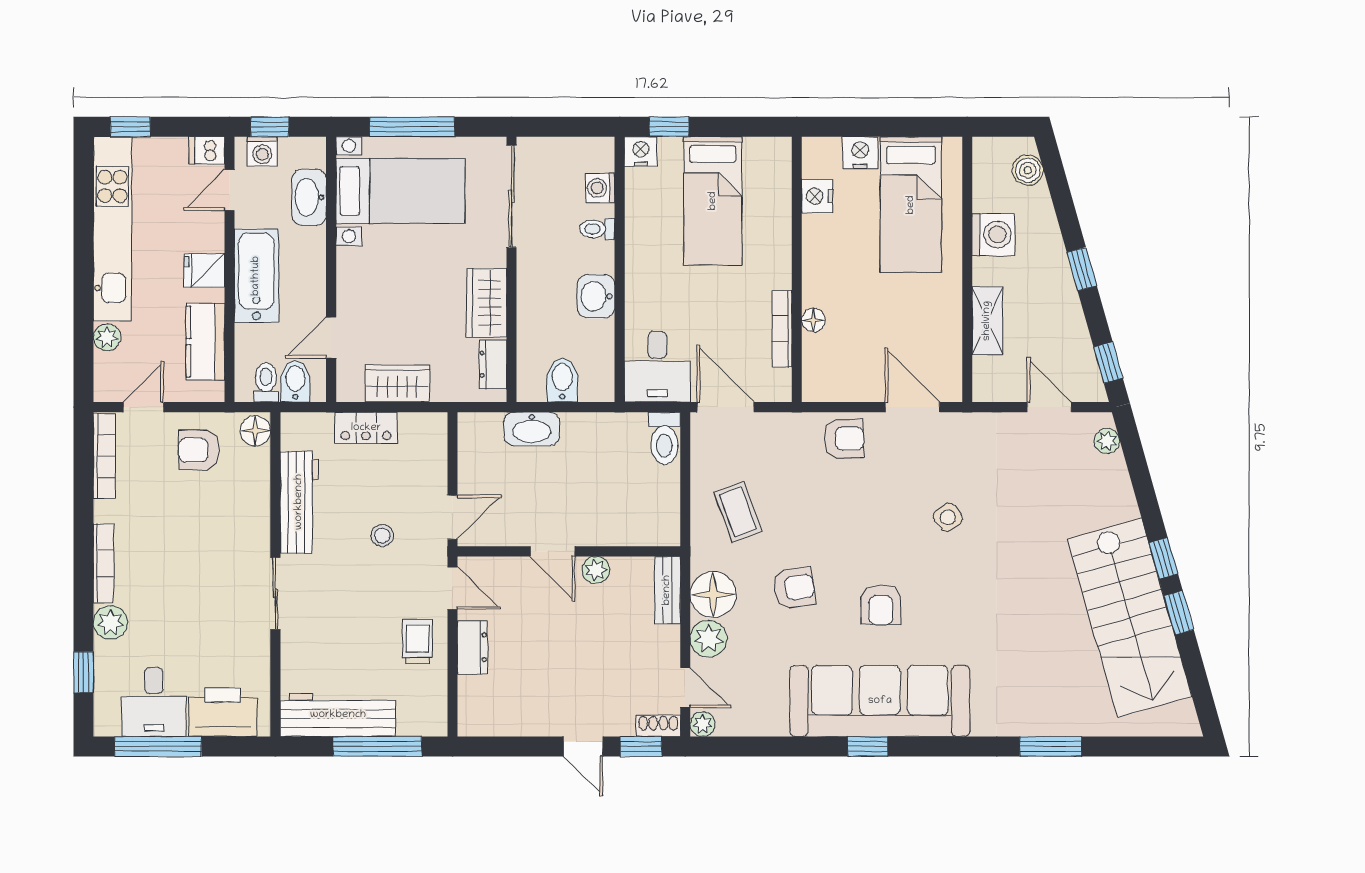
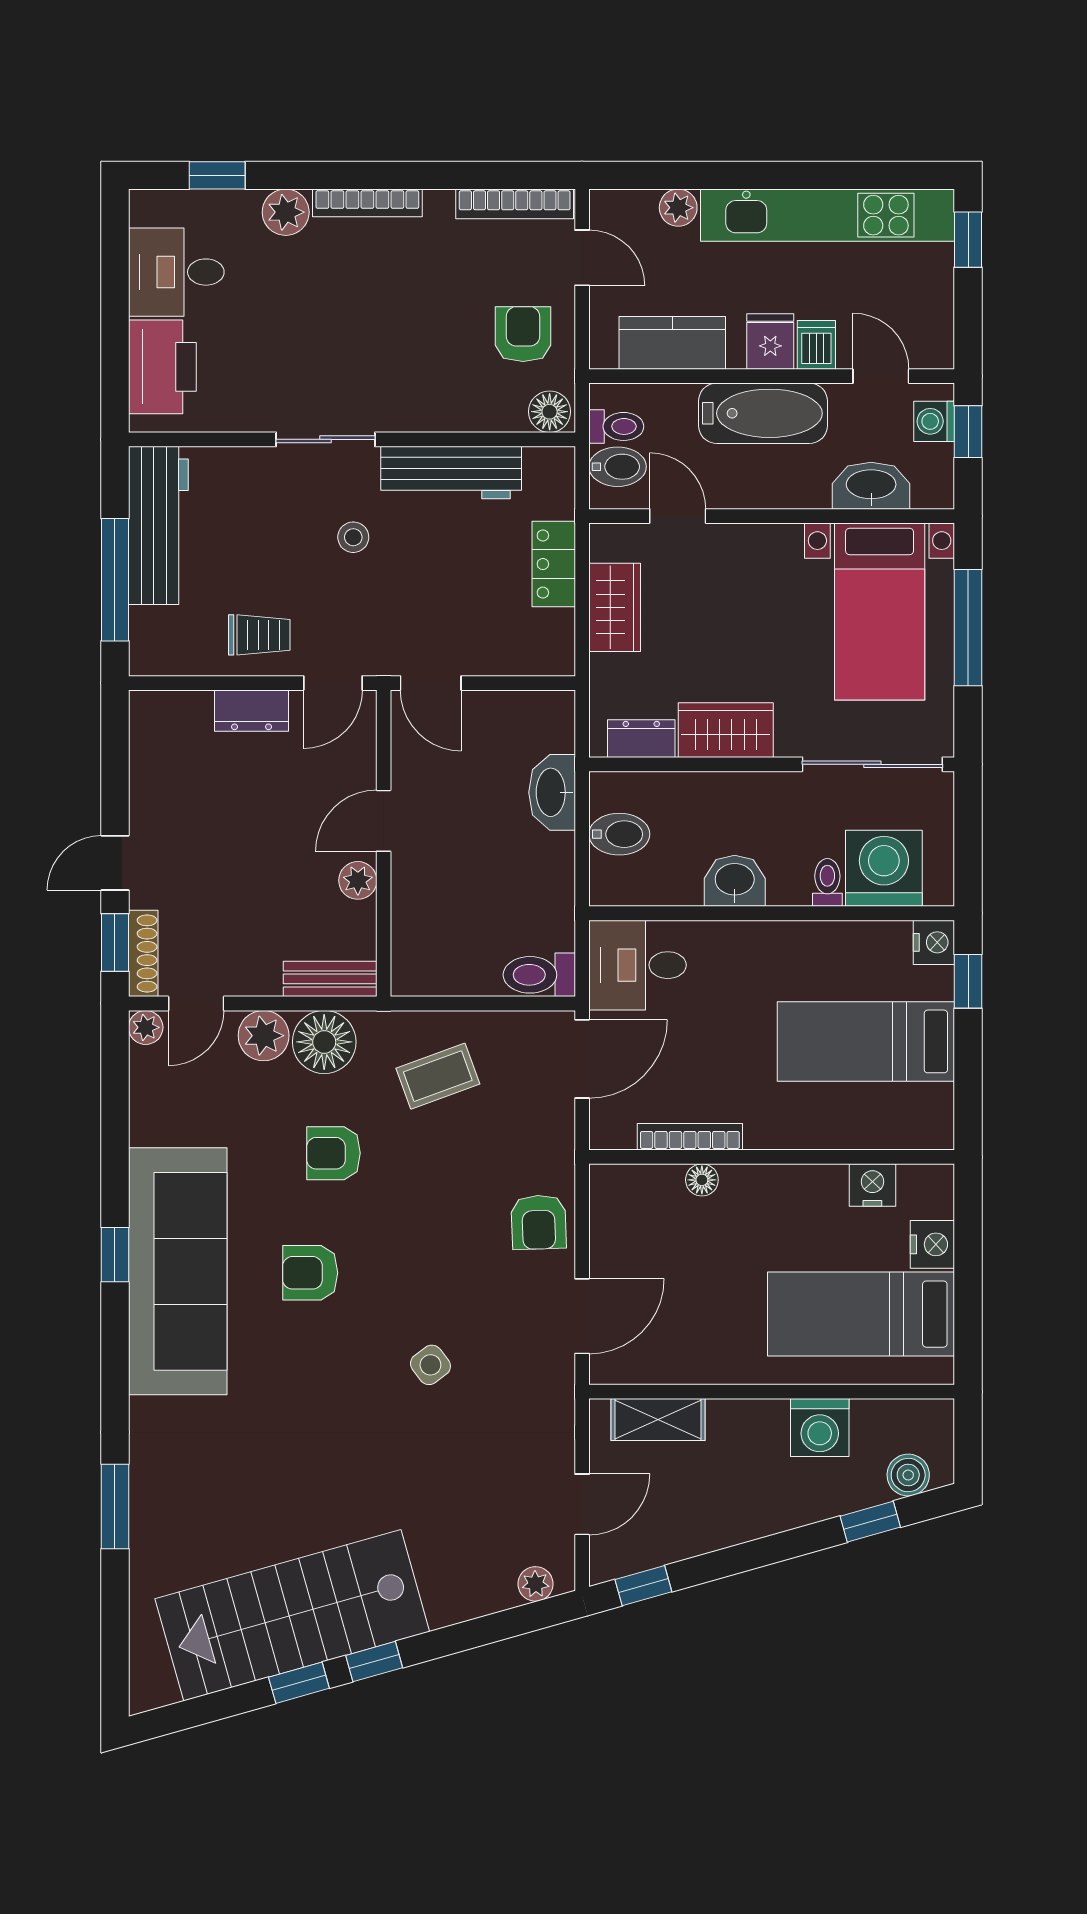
dishwasher: (207, 150) -> (816, 345), moved
washing machine: (600, 188) -> (884, 868), width x1.89, depth x1.89
window: (1082, 269) -> (870, 1522), moved
shelving: (987, 321) -> (658, 1420), moved
stool: (382, 536) -> (353, 537), moved
armchair: (794, 588) -> (333, 1153), turned 98
shoe rack: (658, 726) -> (143, 953), width x1.43
window: (158, 746) -> (115, 278), removed

